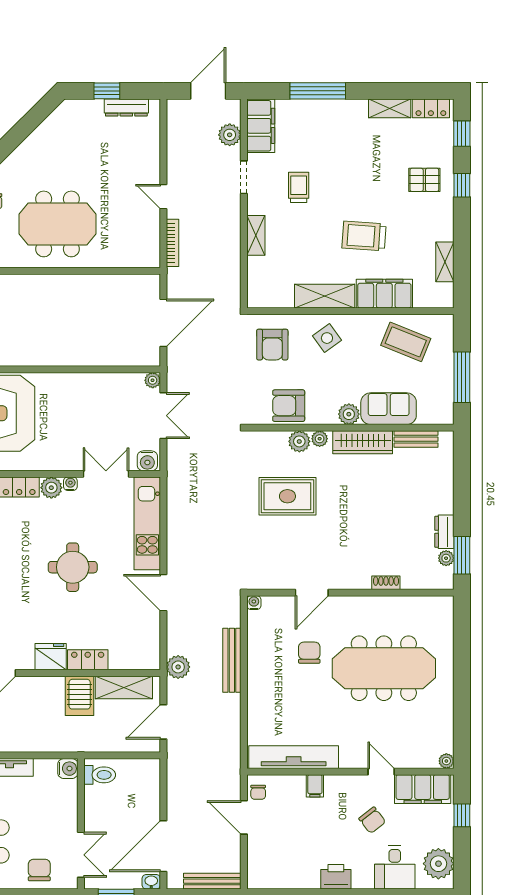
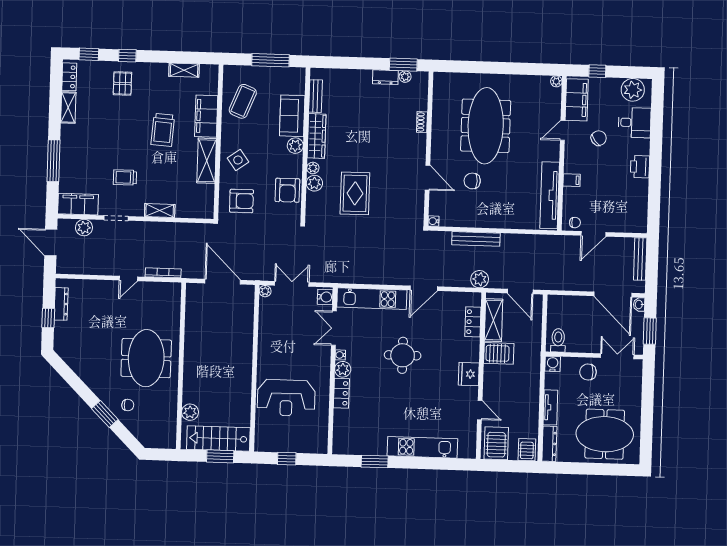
locker: (88, 660) -> (473, 322), moved
chair: (39, 870) -> (588, 372), moved

